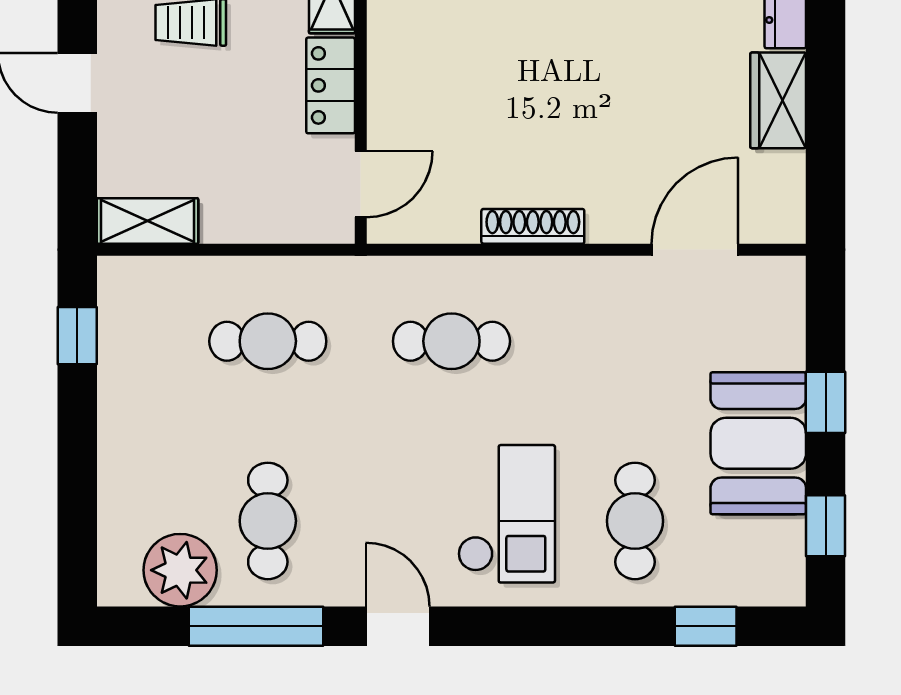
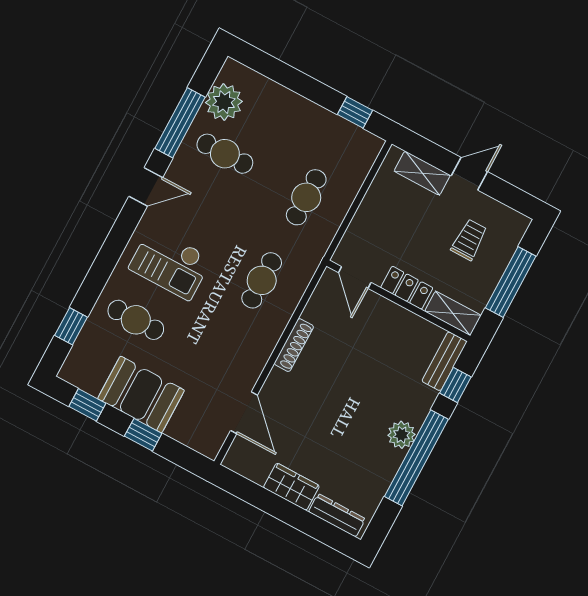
shelving: (147, 221) -> (422, 173), moved, turned 90

